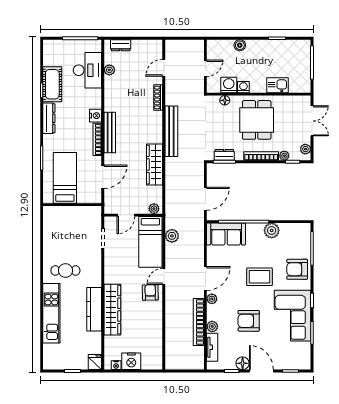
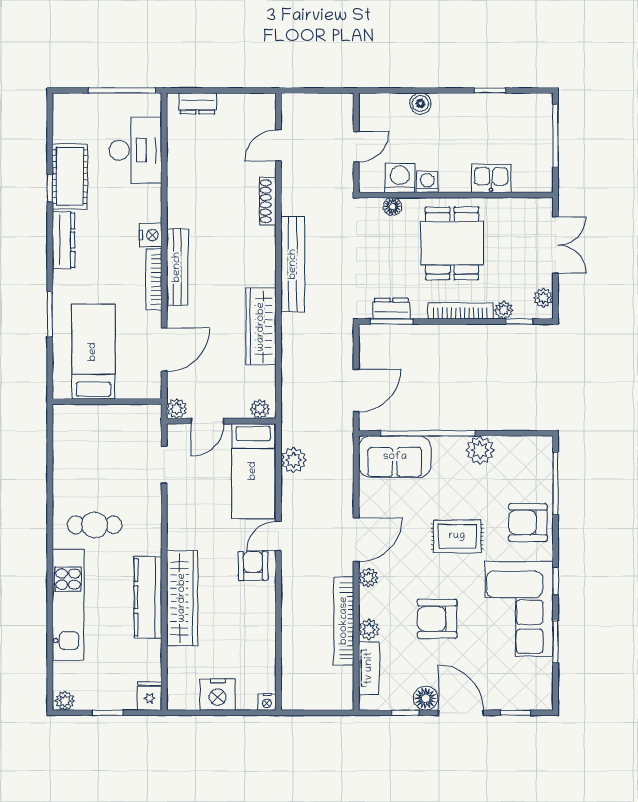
plant: (109, 70) -> (177, 409), moved
plant: (50, 365) -> (65, 701), added
nightstand: (116, 365) -> (267, 702), moved

